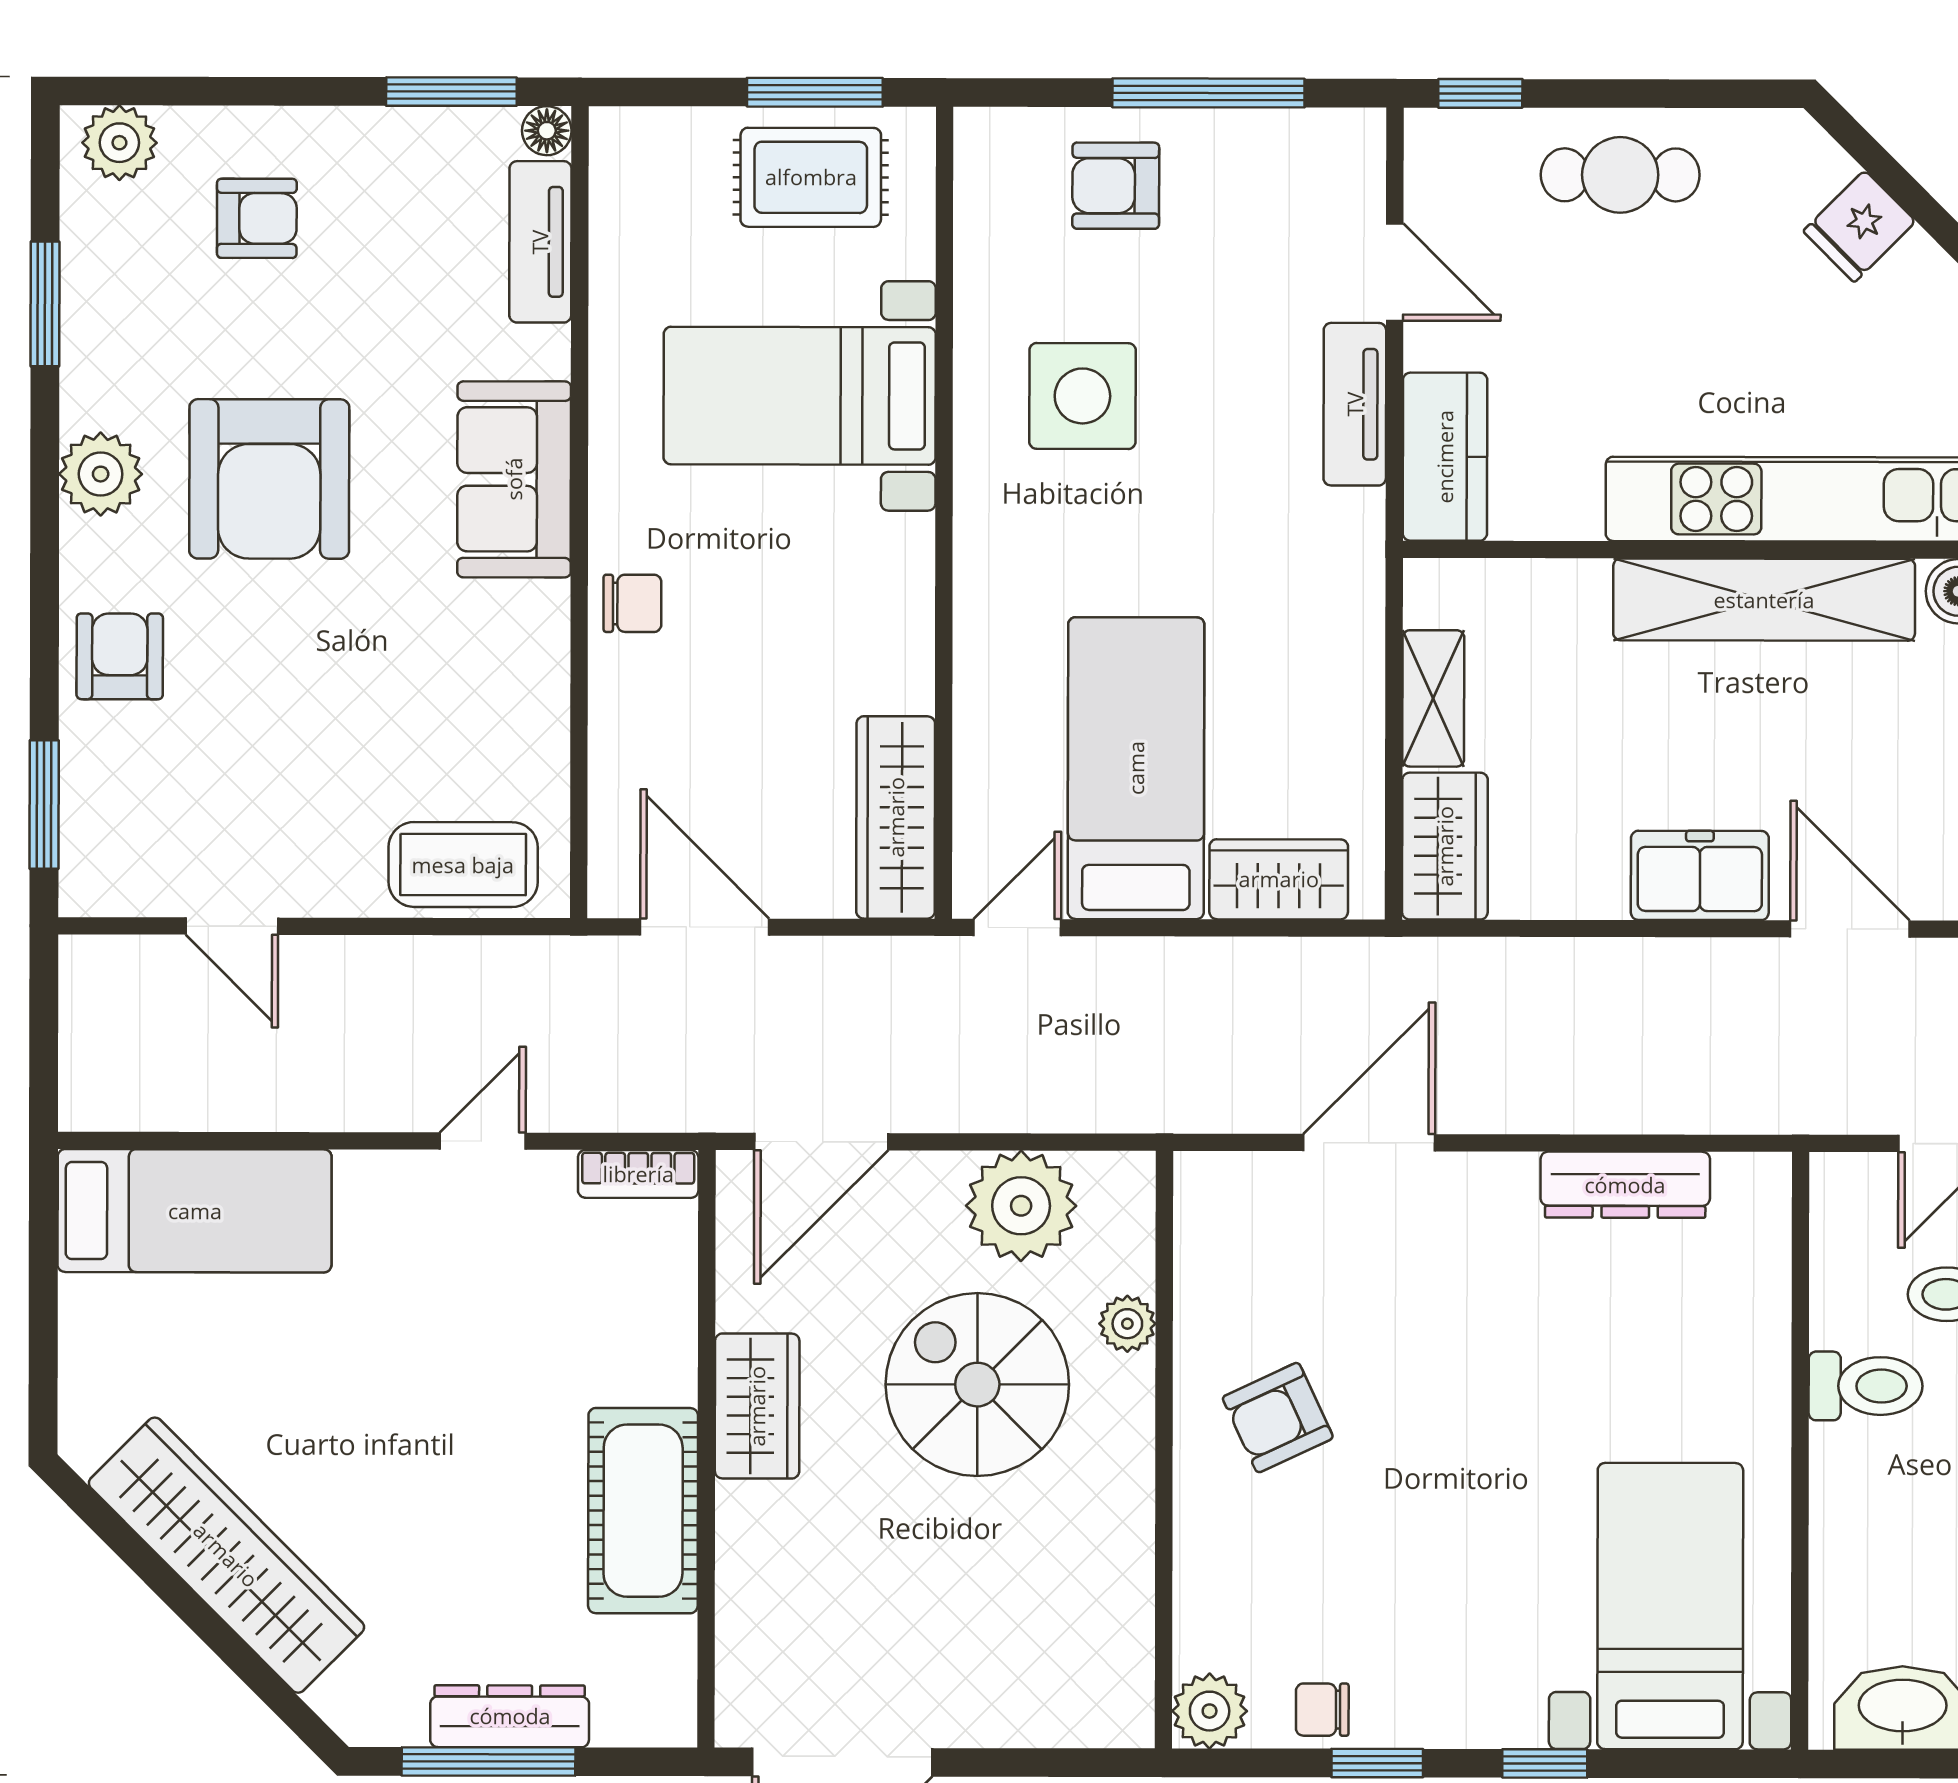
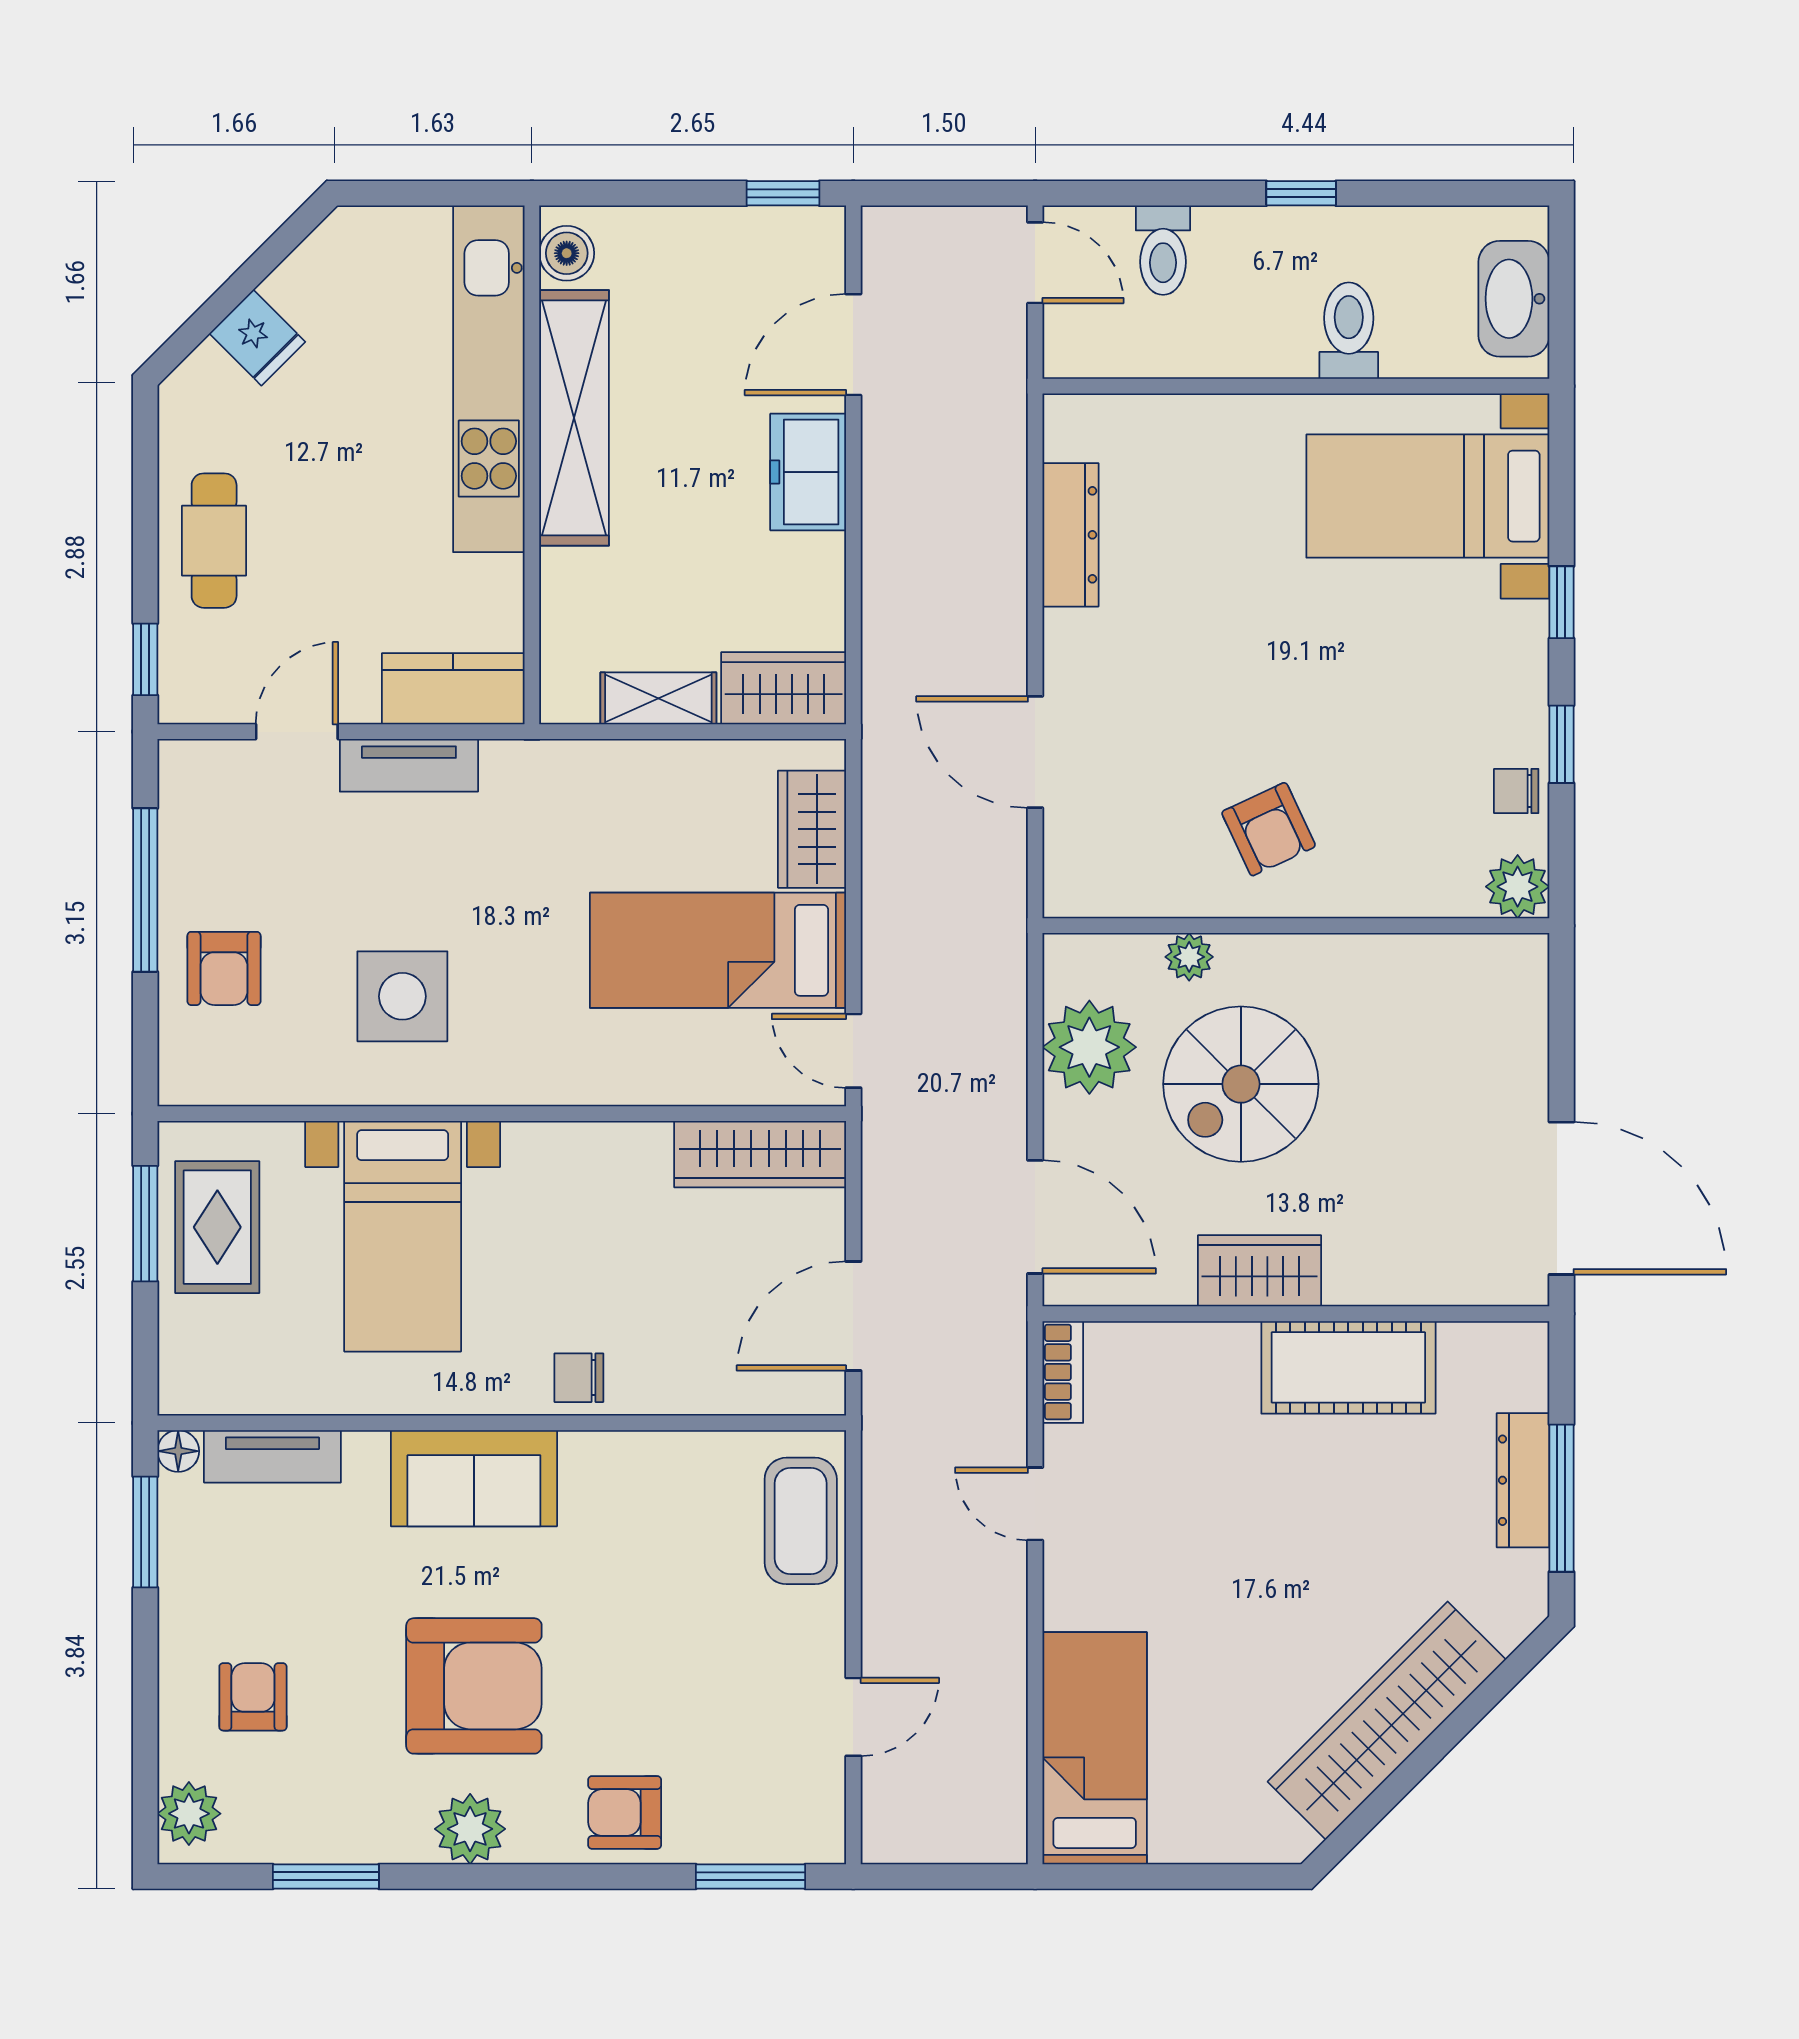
chair: (632, 603) -> (579, 1378), turned -90
toilet: (1866, 1386) -> (1349, 331), moved
chair: (1322, 1710) -> (1516, 791), turned 90

